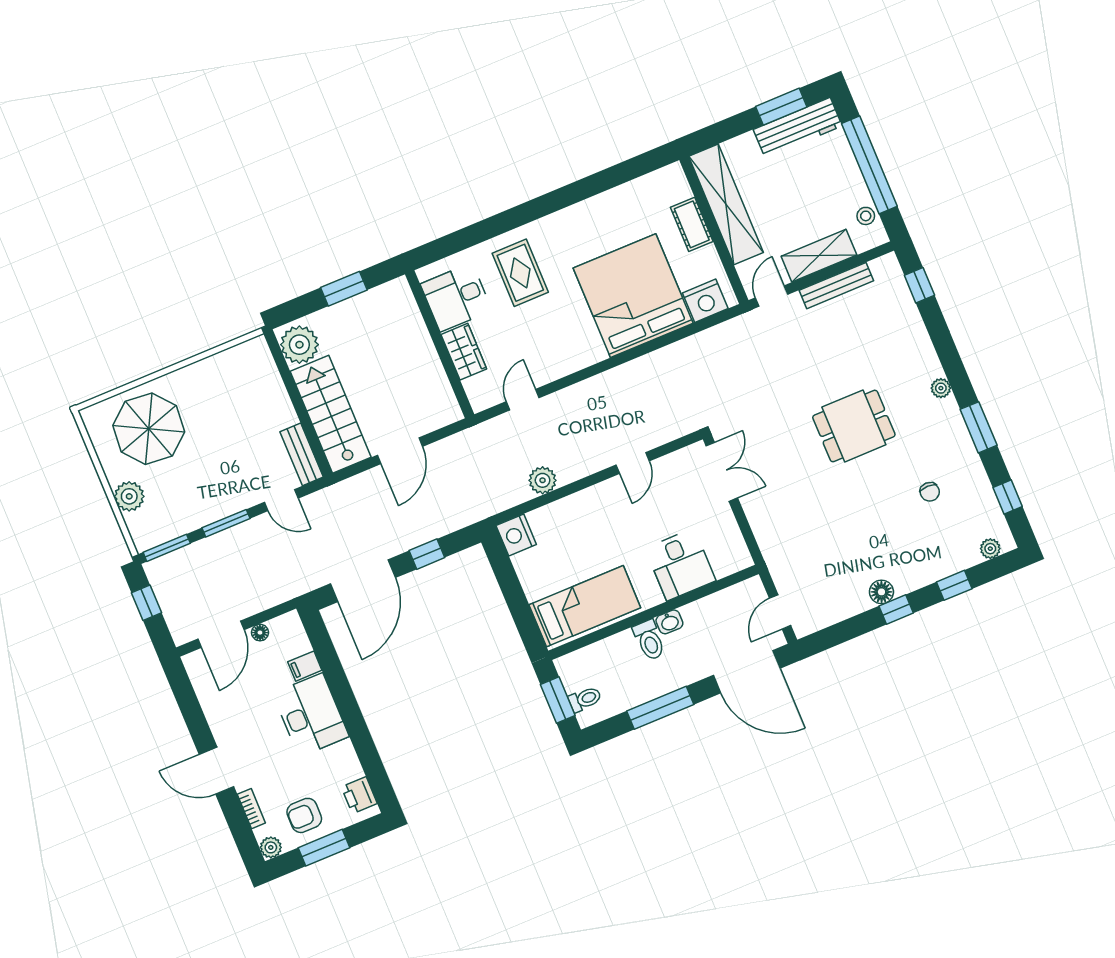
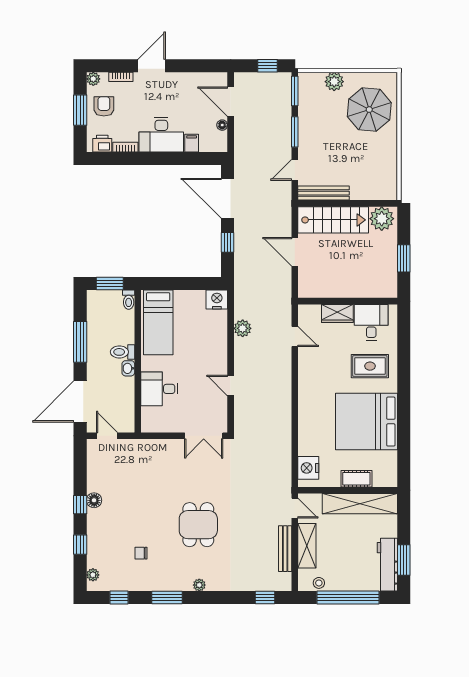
bed: (633, 296) -> (366, 422), moved, turned 180
bench: (302, 454) -> (324, 193), width x1.36
toilet: (585, 699) -> (129, 300), moved
bookcase: (351, 760) -> (125, 147), added

